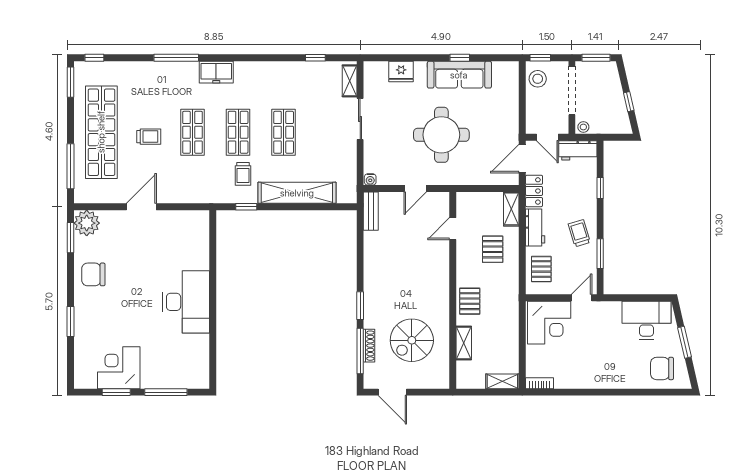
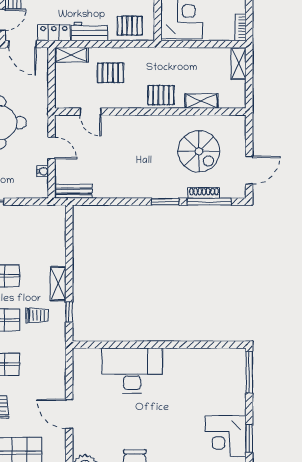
water cooler: (370, 179) -> (43, 171), moved
shelving: (297, 193) -> (58, 284), width x0.45, depth x0.75
desk: (186, 302) -> (132, 370), moved
window: (166, 392) -> (249, 372), moved

